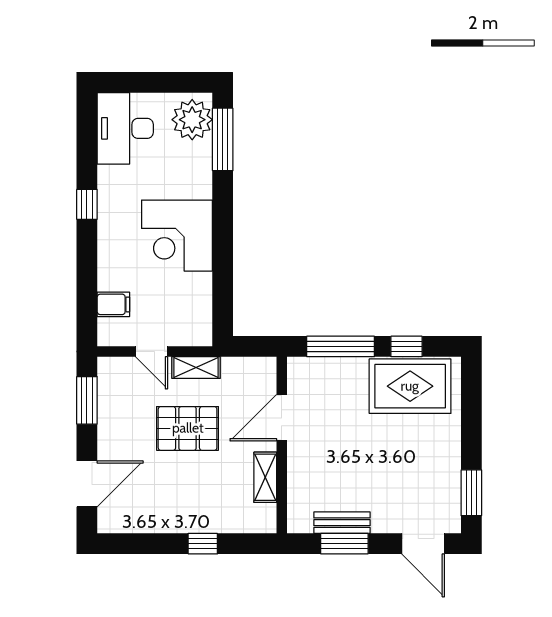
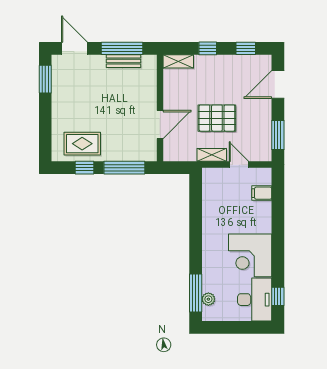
plant: (192, 120) -> (208, 299), width x0.53, depth x0.53
window: (87, 204) -> (278, 296), moved
corner desk: (177, 236) -> (250, 255), moved, turned 180
rug: (410, 386) -> (82, 144), width x0.73, depth x0.70
shelving: (265, 477) -> (178, 61), moved, turned 90
window: (140, 544) -> (246, 48), added
window: (344, 544) -> (122, 48), width x1.44

